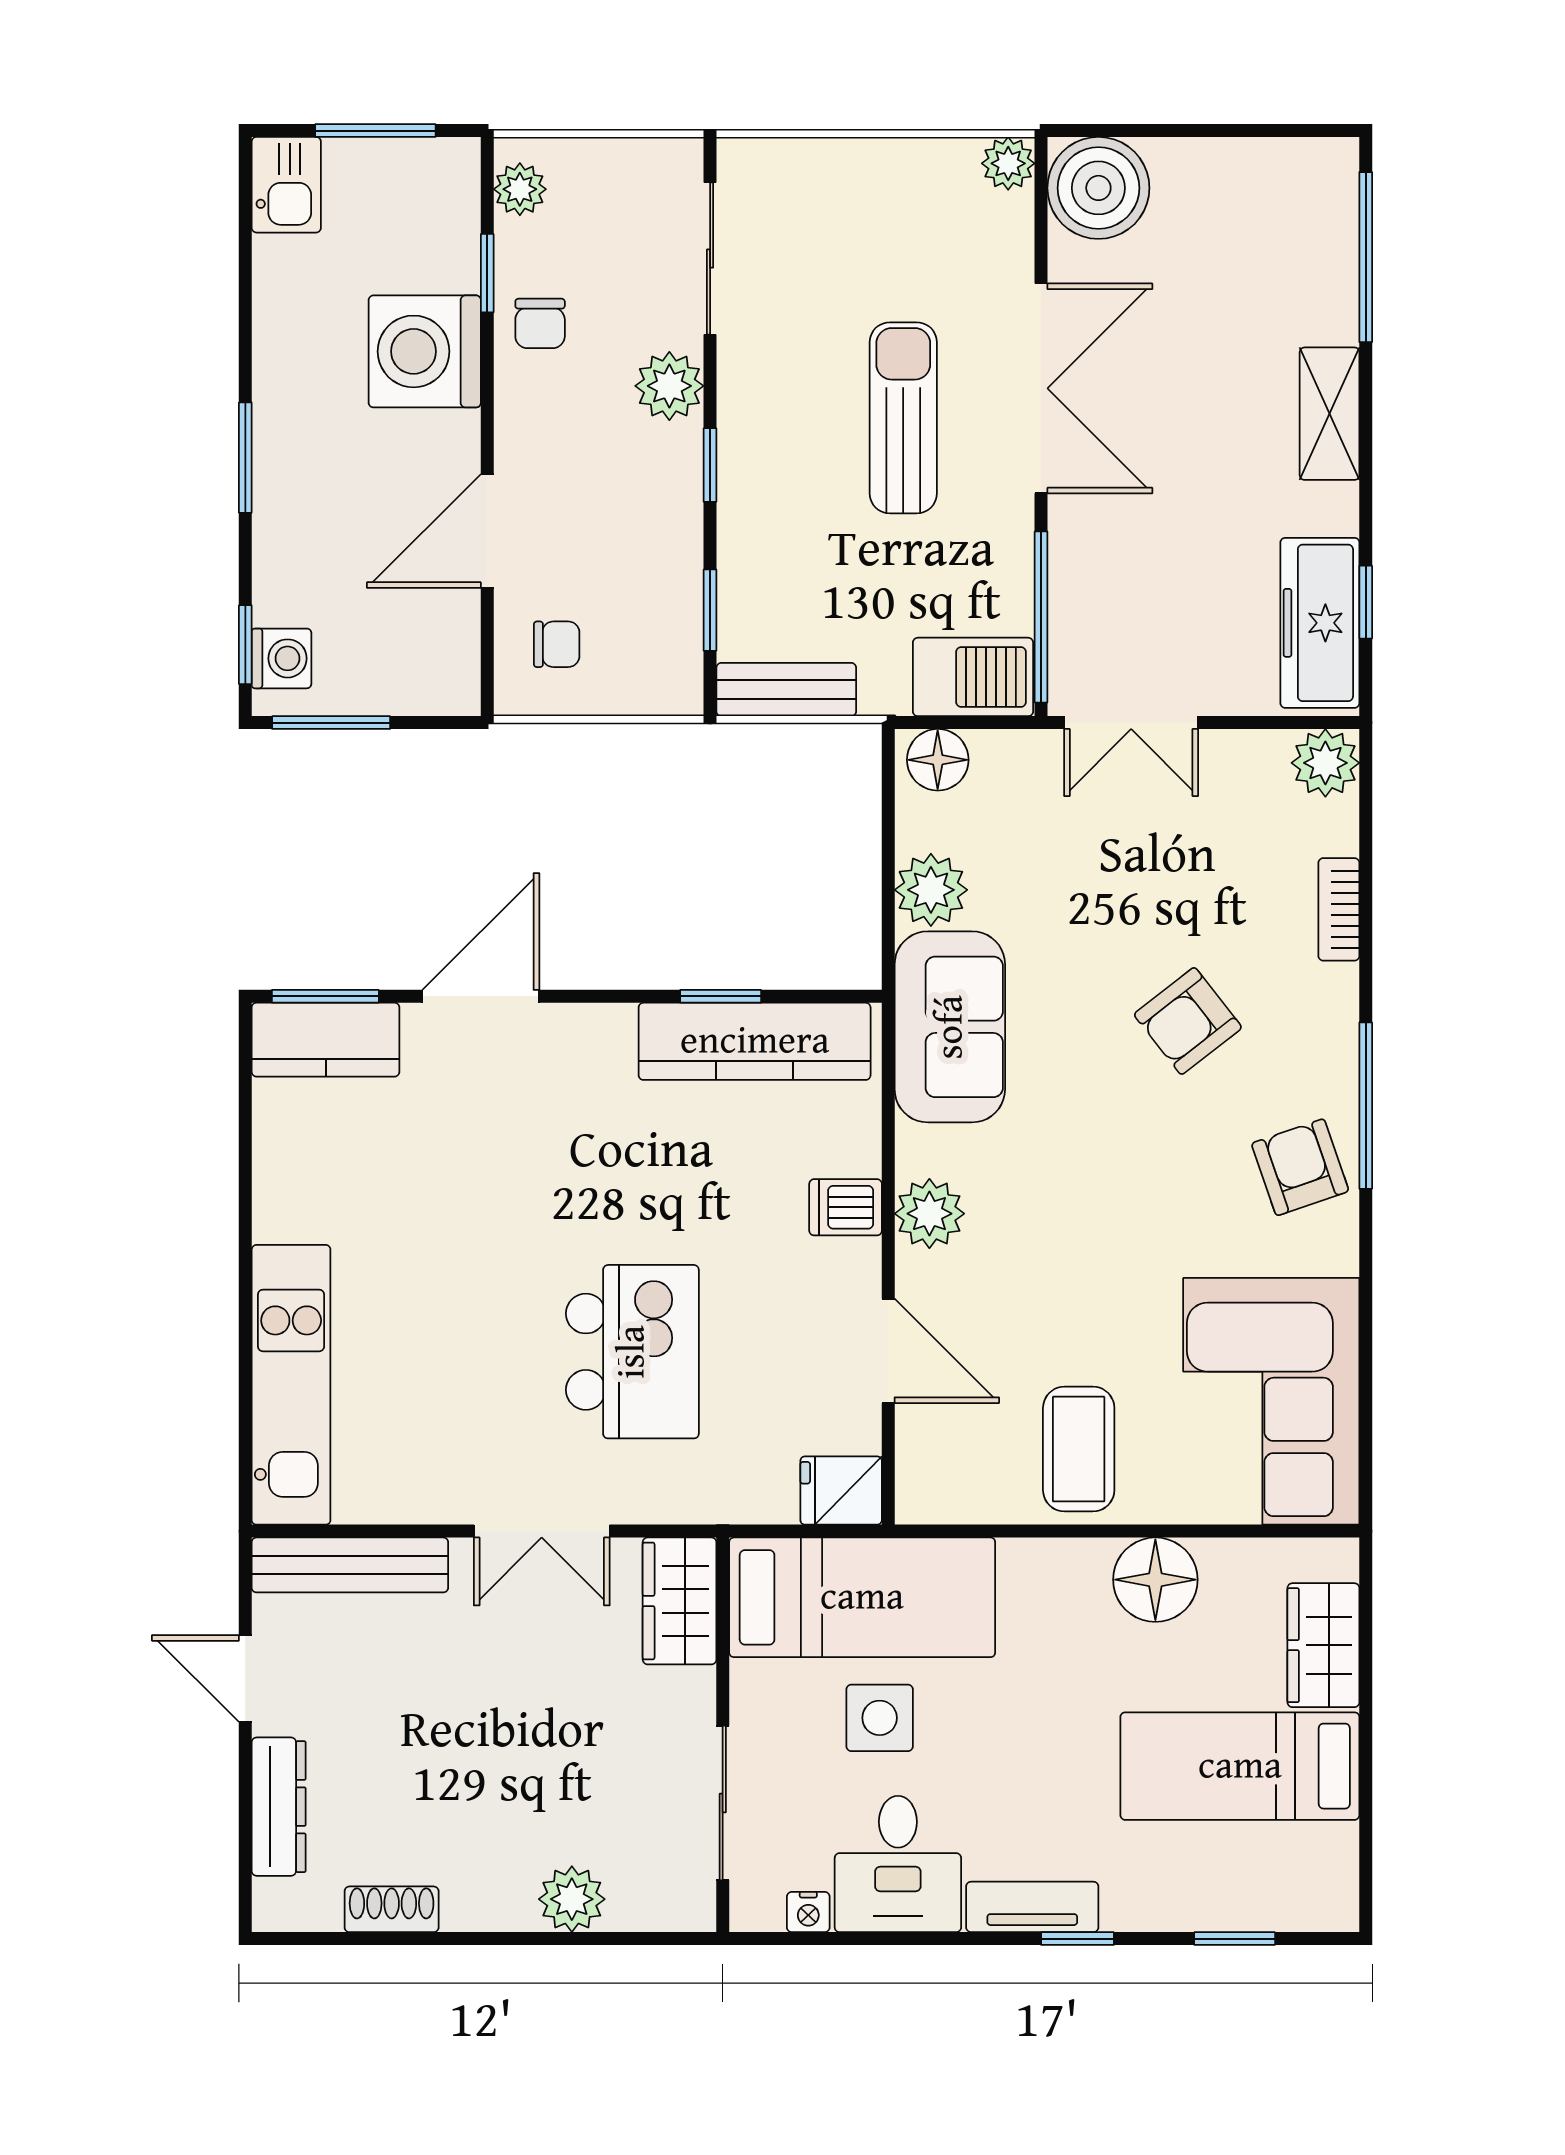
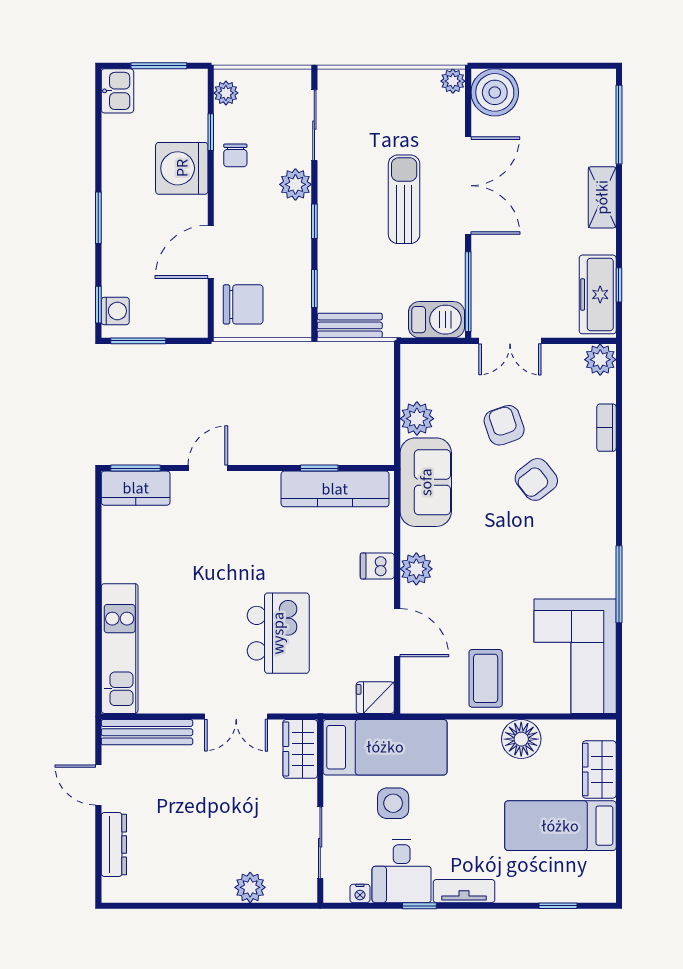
chair: (557, 644) -> (243, 304), width x1.87, depth x1.87
floor lamp: (938, 760) -> (420, 358), removed
door: (481, 996) -> (208, 468), width x0.73
window: (1366, 1106) -> (619, 584), moved
armchair: (1300, 1167) -> (504, 425), moved
shoe rack: (392, 1909) -> (166, 892), removed
window: (1077, 1939) -> (419, 906), moved

